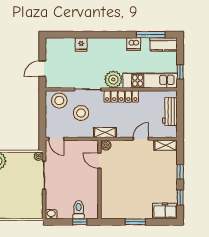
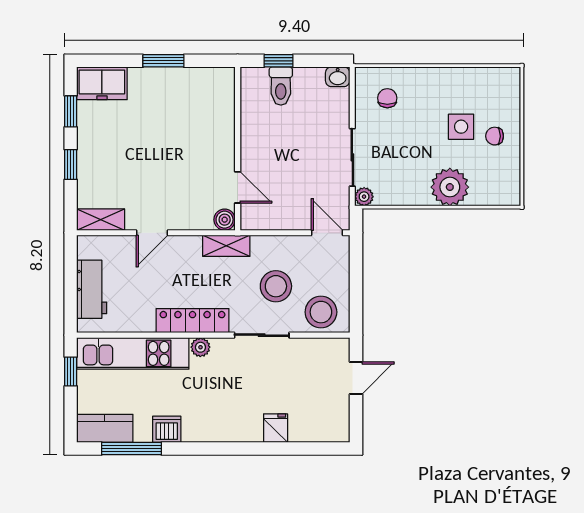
plant: (113, 79) -> (200, 347), width x0.53, depth x0.53
chair: (27, 204) -> (387, 98), added

